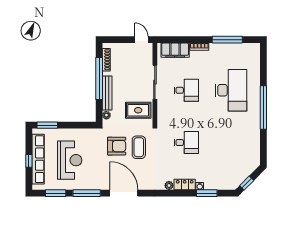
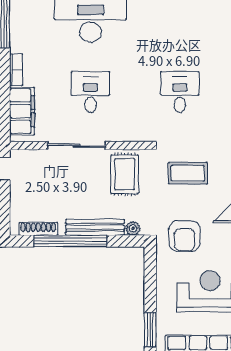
armchair: (117, 146) -> (184, 236), moved, turned 180

